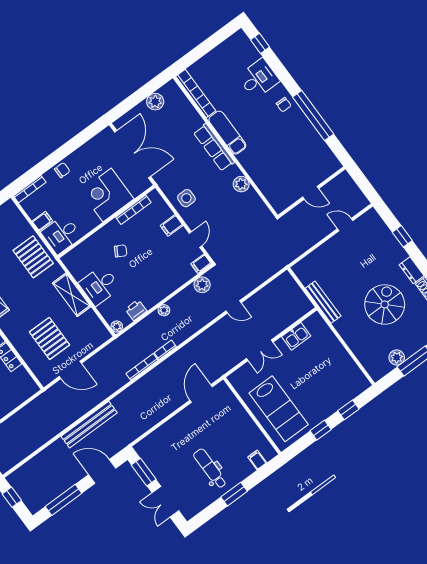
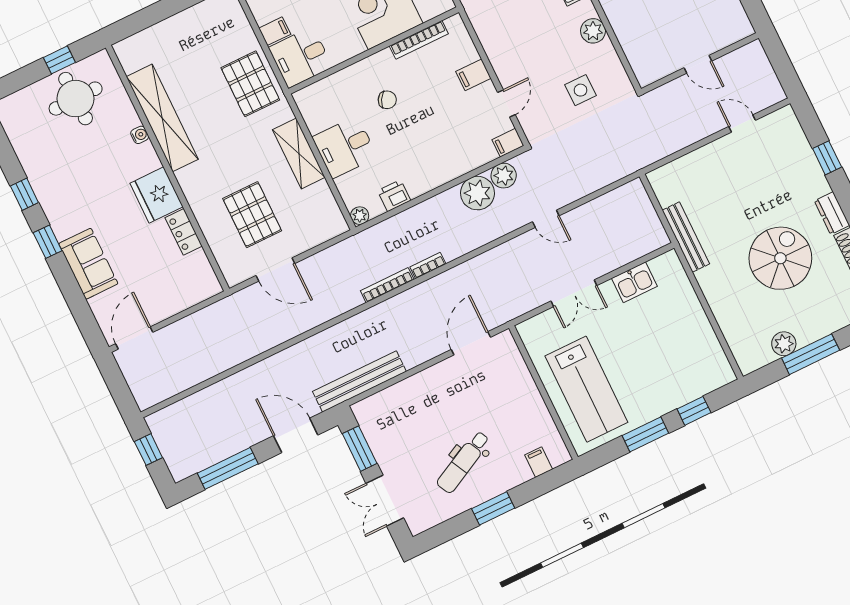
side table: (186, 198) -> (581, 90), moved
plant: (164, 310) -> (477, 193), moved, width x1.88, depth x1.88
bench: (89, 425) -> (359, 381), moved
window: (321, 430) -> (645, 434), width x1.50
dental chair: (210, 469) -> (463, 462), turned -117

